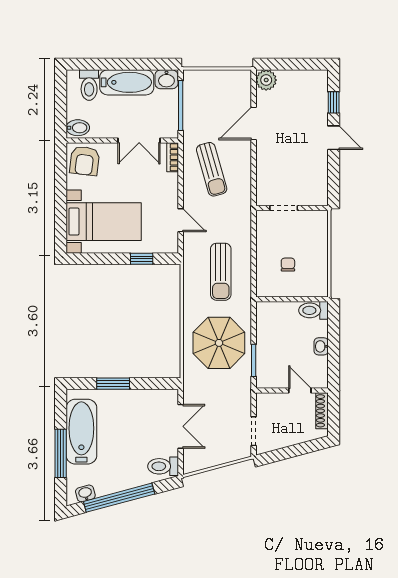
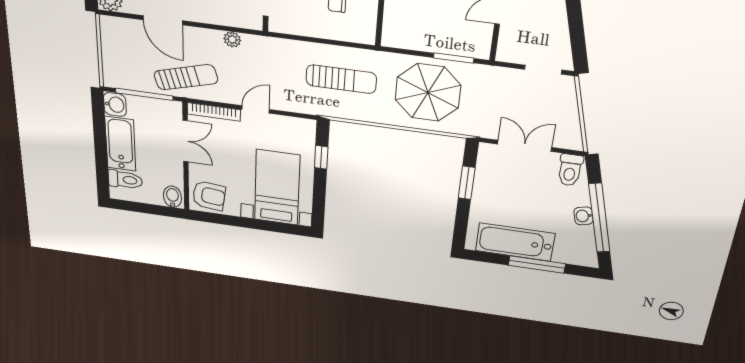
bookcase: (173, 157) -> (214, 112), width x1.56
sun lounger: (212, 169) -> (186, 77), moved
plant: (244, 181) -> (232, 39), added
door: (181, 220) -> (256, 109), moved
window: (113, 384) -> (467, 183), moved
washbasin: (85, 493) -> (583, 216), moved

